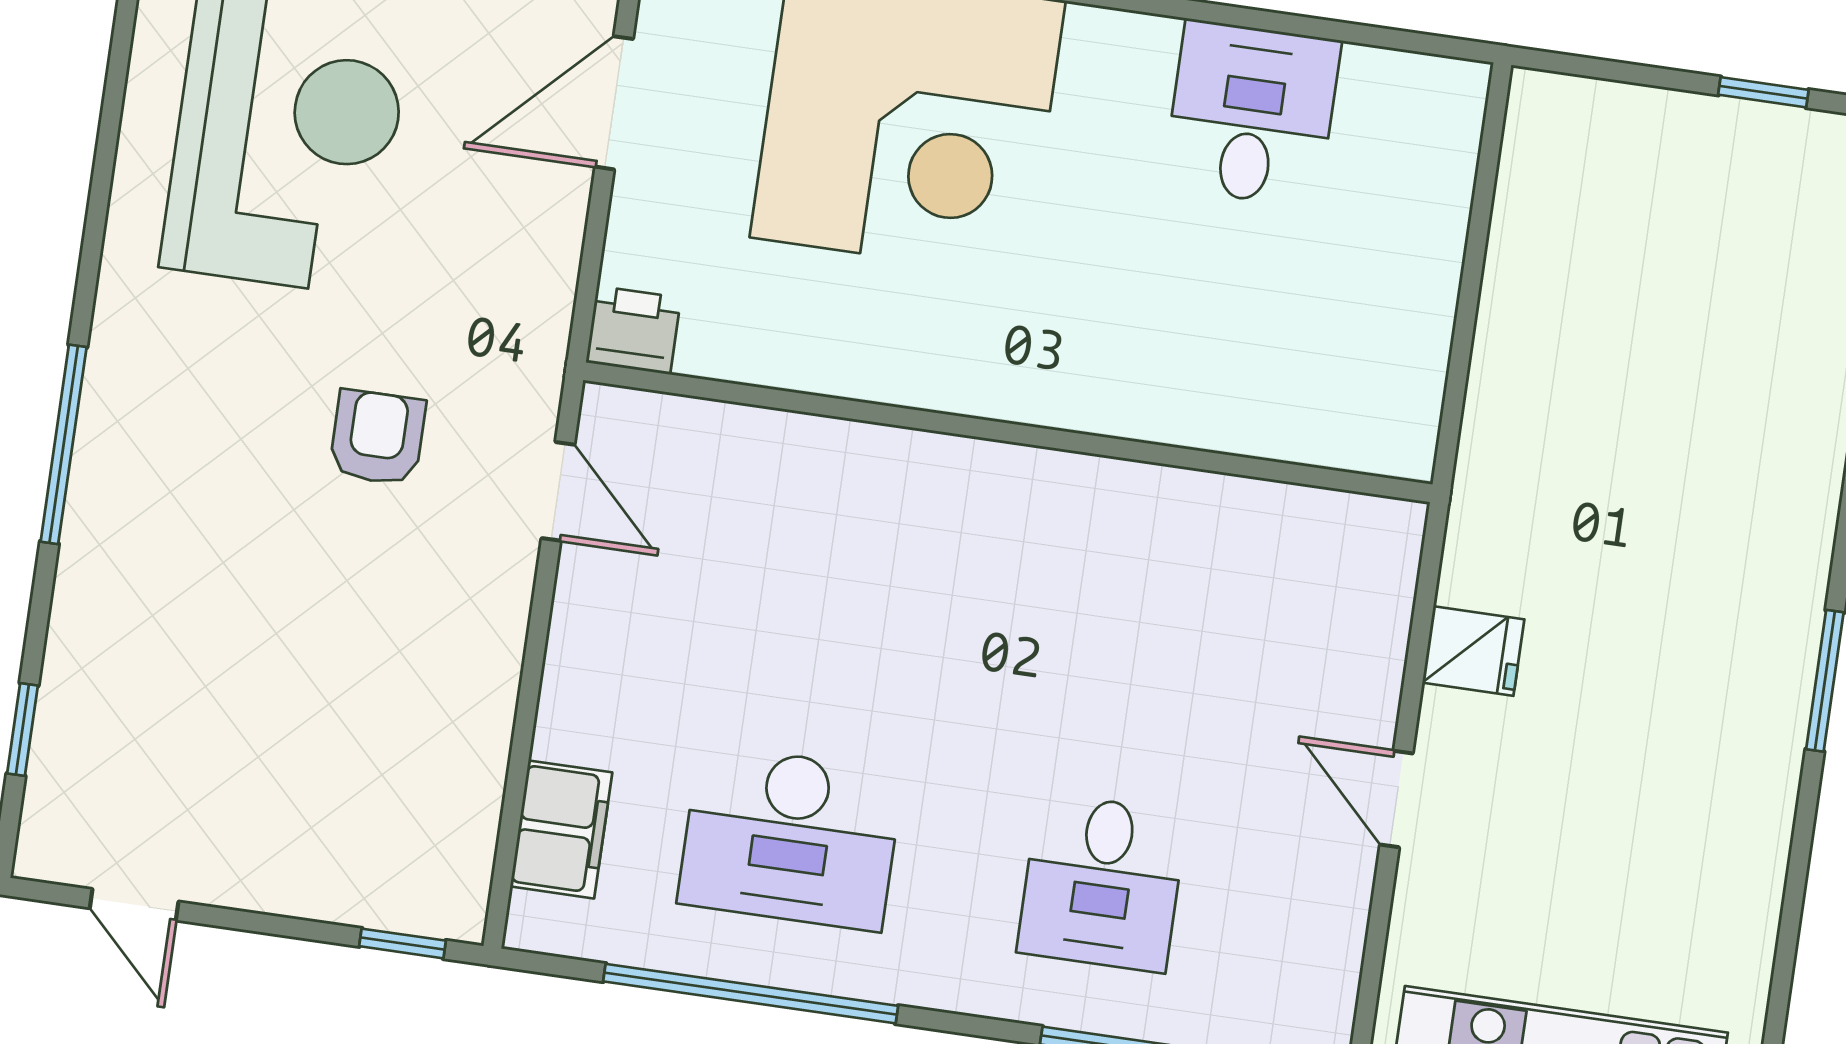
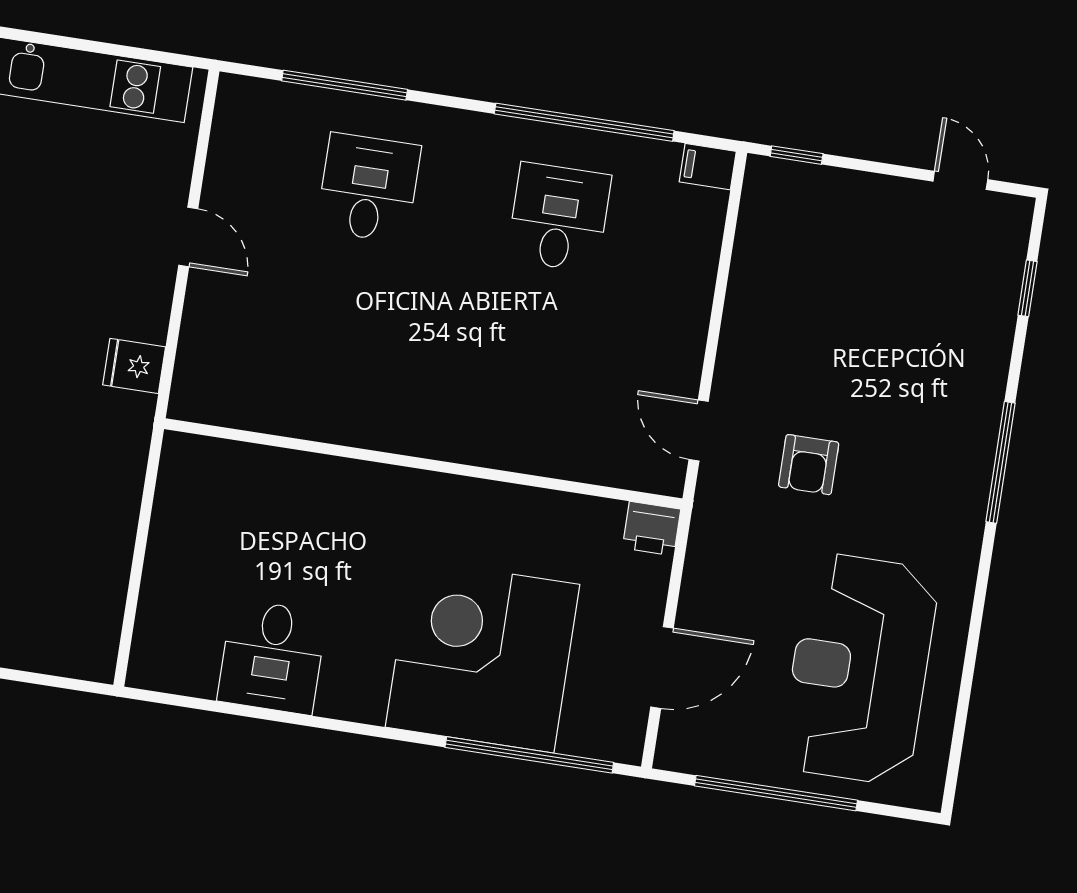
fridge: (1473, 651) -> (134, 366), moved
filing cabinet: (561, 829) -> (708, 167), moved, width x0.50
desk: (790, 838) -> (559, 217), width x0.73

